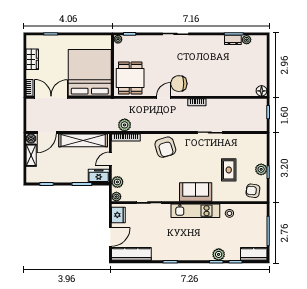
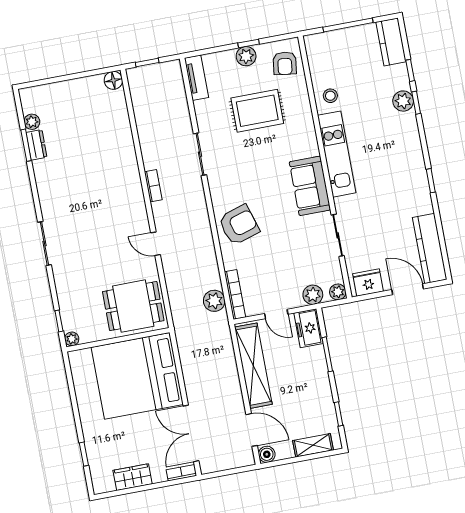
chair: (179, 84) -> (127, 222), removed
tv unit: (254, 139) -> (196, 78), added
shelving: (31, 155) -> (313, 445), moved
rug: (229, 170) -> (257, 111), width x1.36, depth x1.43
sofa: (196, 192) -> (310, 186), moved

